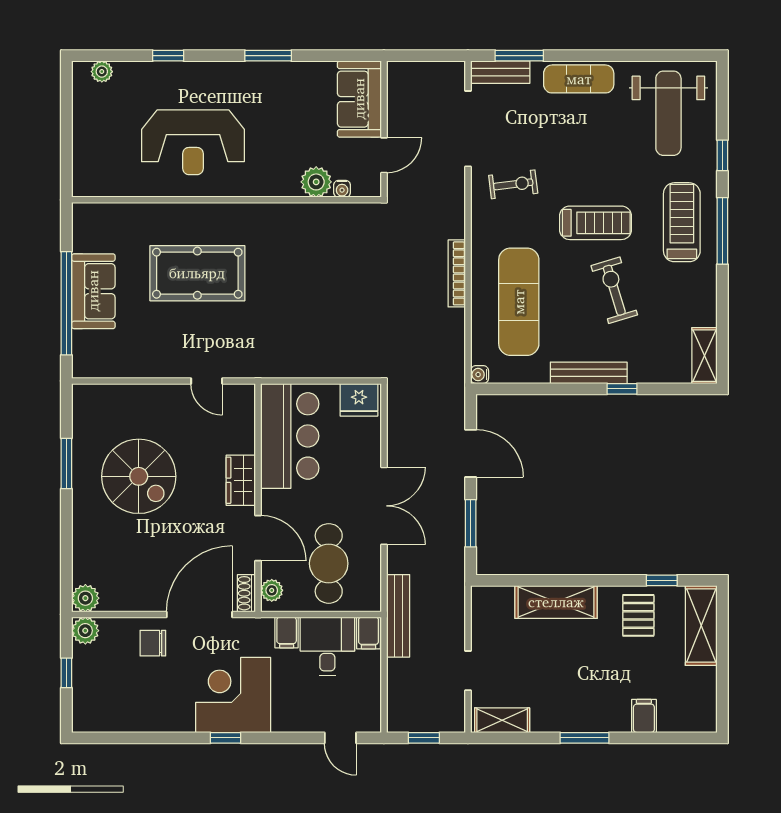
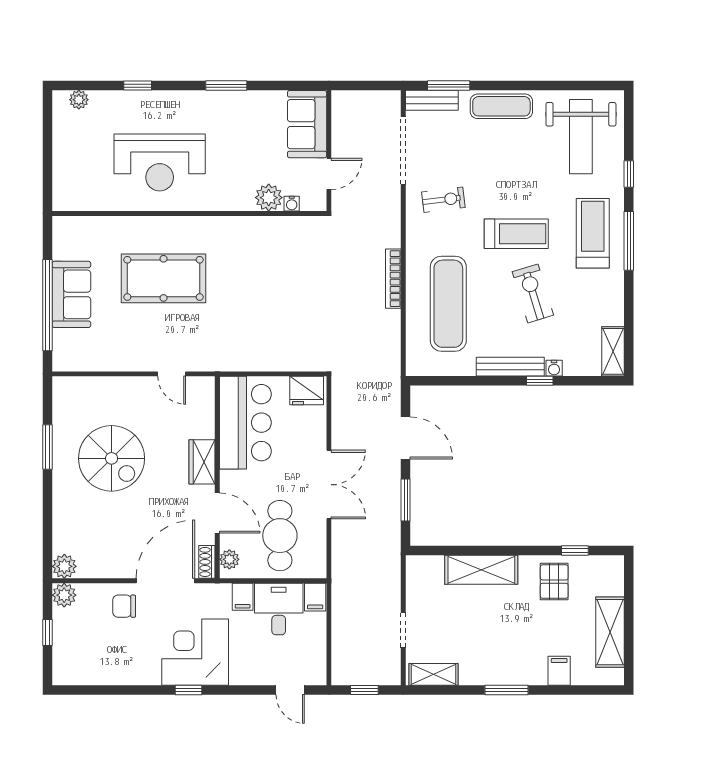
water cooler: (480, 375) -> (554, 368), moved, turned -90
bench: (398, 616) -> (341, 582), removed
shelving: (701, 625) -> (610, 632), moved

